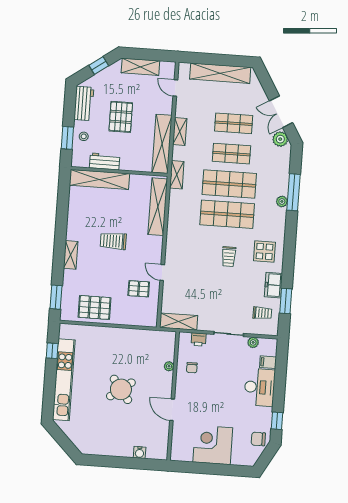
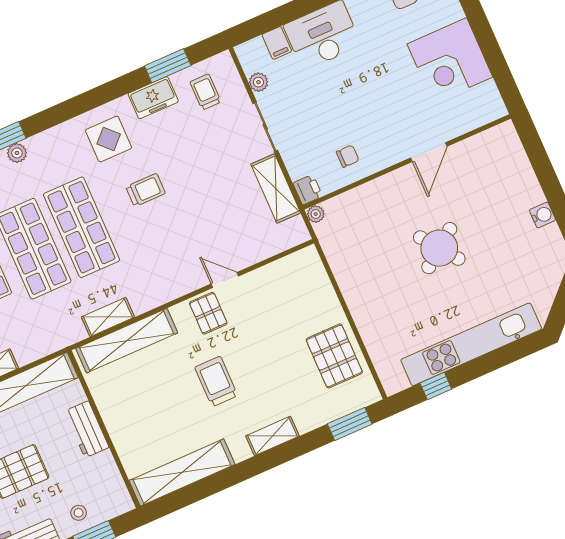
workbench: (105, 161) -> (87, 429), moved
shelving: (177, 175) -> (108, 317), moved
shelving: (99, 179) -> (182, 472), moved, turned 90
trolley: (113, 241) -> (216, 381), turned 180
door: (162, 272) -> (225, 280), swing flipped
pallet: (139, 289) -> (208, 313), moved
shelving: (179, 322) -> (276, 188), moved
printer: (199, 339) -> (308, 190), moved
plant: (169, 366) -> (316, 214), moved
water cooler: (140, 452) -> (542, 215), moved

